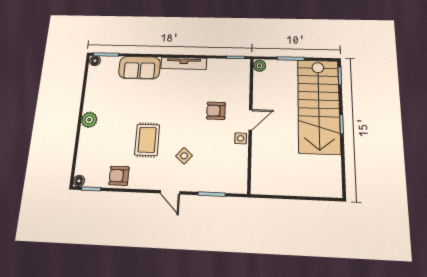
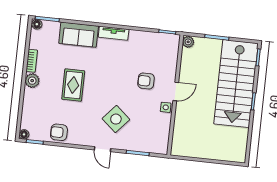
tv unit: (184, 63) -> (114, 33), width x0.71
bookcase: (89, 99) -> (32, 61), added
rug: (147, 140) -> (73, 85), moved
side table: (184, 156) -> (116, 119), width x1.87, depth x1.87

